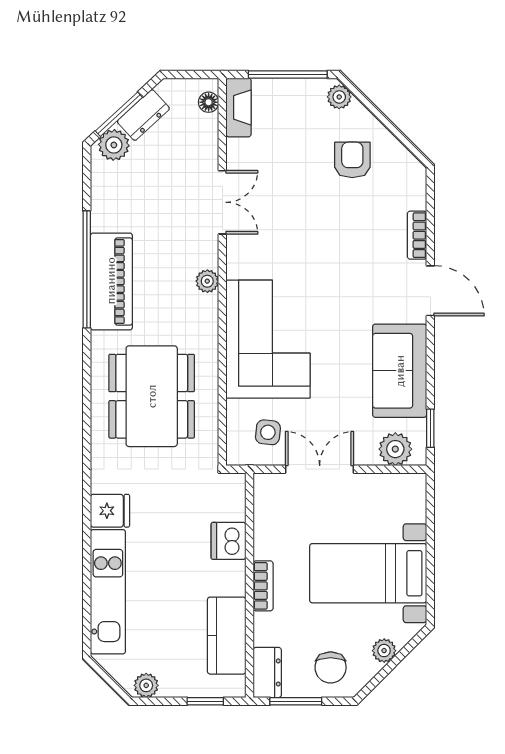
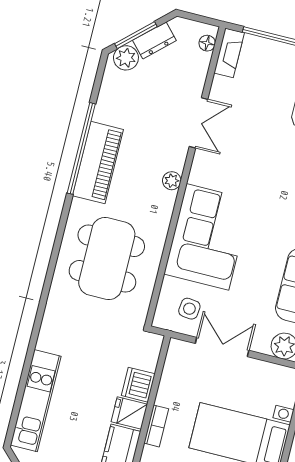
fridge: (110, 511) -> (129, 413), moved, turned 180

